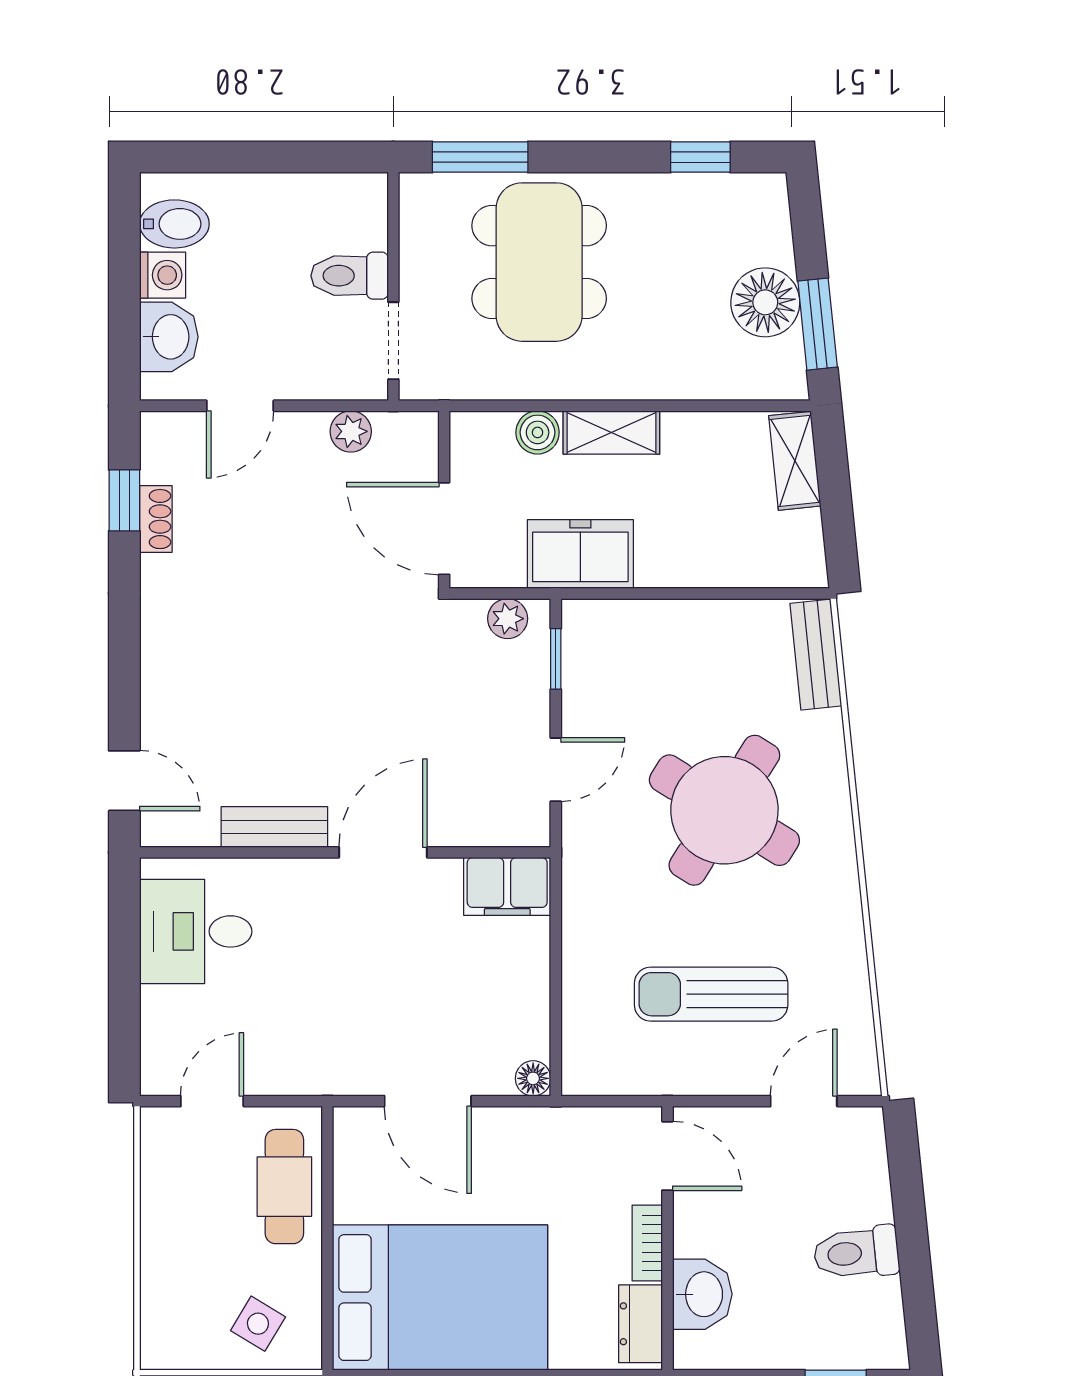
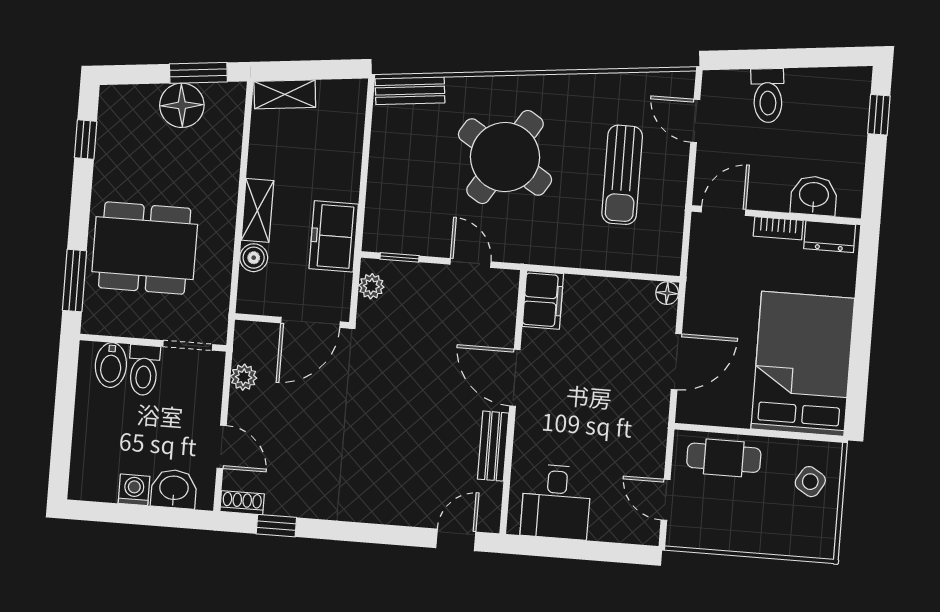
bidet: (174, 224) -> (111, 365), moved, turned 180
shoe rack: (156, 519) -> (242, 503), moved
toilet: (856, 1253) -> (768, 96), moved

